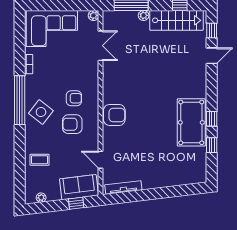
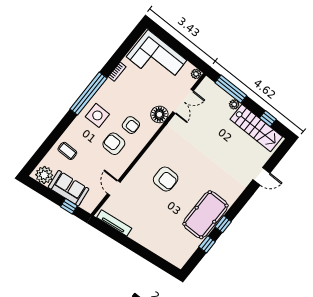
window: (212, 31) -> (277, 157), removed
floor lamp: (90, 72) -> (159, 114), added
side table: (41, 112) -> (97, 115), turned -38
armchair: (114, 115) -> (166, 179), moved
sofa: (79, 187) -> (69, 188), moved
plant: (41, 198) -> (44, 175), width x1.87, depth x1.87

